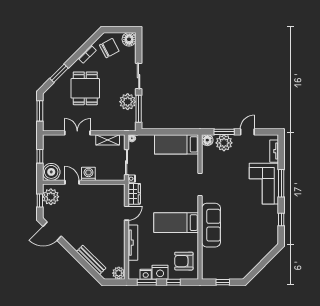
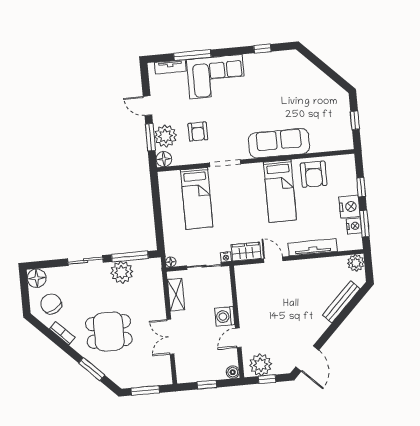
bed: (176, 144) -> (197, 198), moved
armchair: (225, 167) -> (198, 132), added
boiler: (51, 172) -> (233, 372), width x0.54, depth x0.54
window: (281, 183) -> (192, 55), moved
armchair: (184, 261) -> (314, 174), moved

